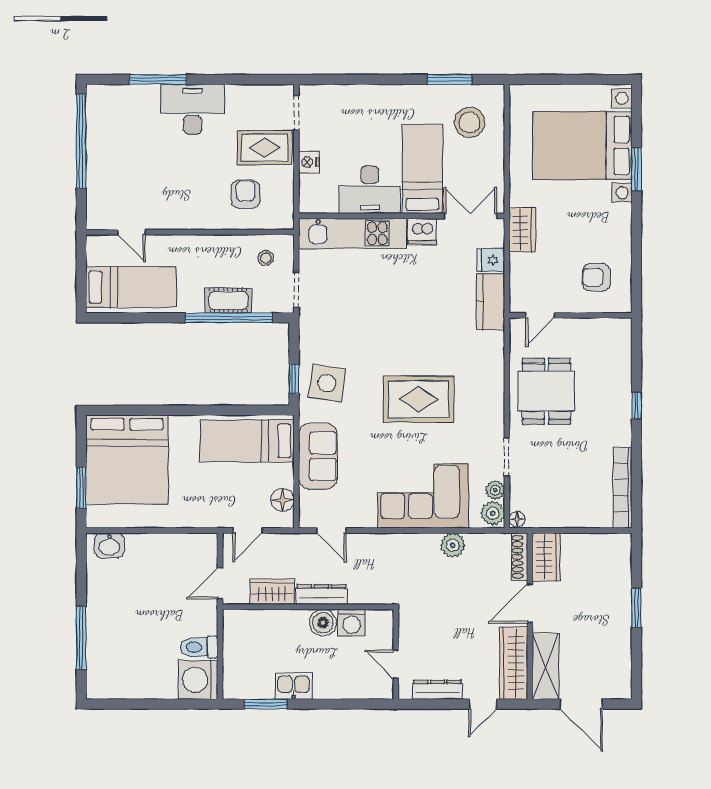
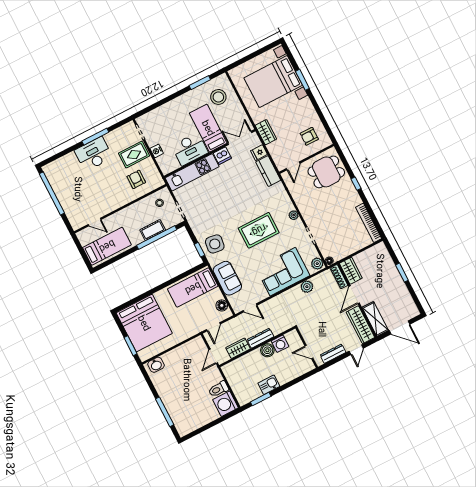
window: (158, 79) -> (95, 137), moved
dining table: (547, 391) -> (326, 172), moved, turned 90
plant: (495, 490) -> (294, 215), moved

